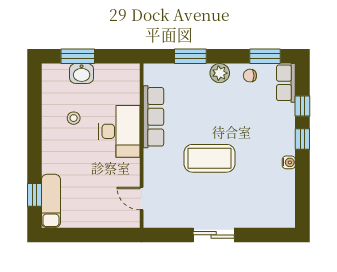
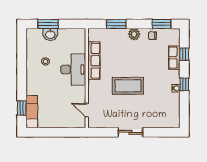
row of seats: (286, 83) -> (174, 58), moved
window: (302, 139) -> (184, 84), moved

